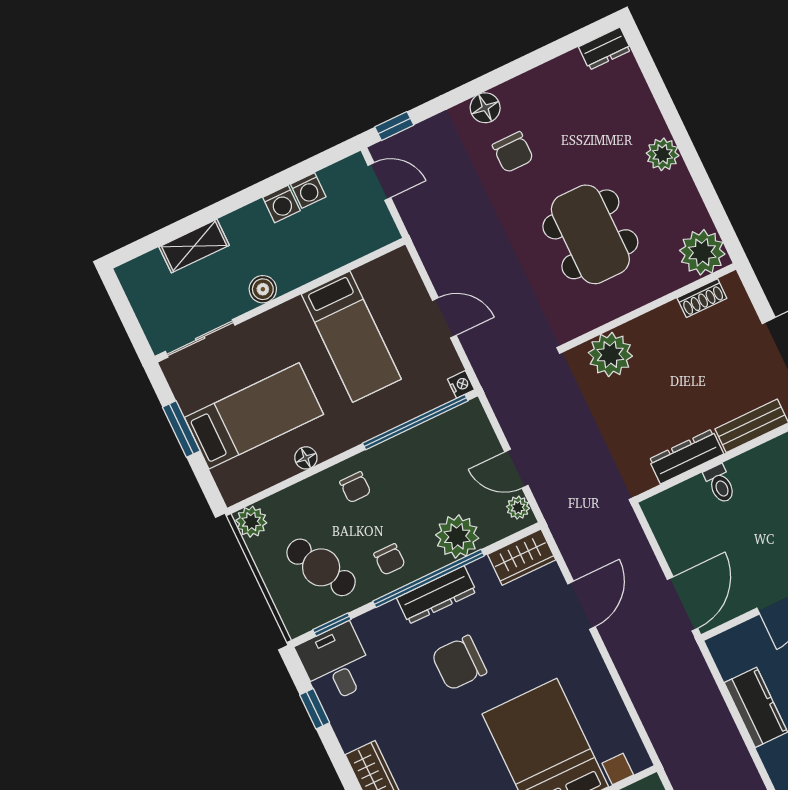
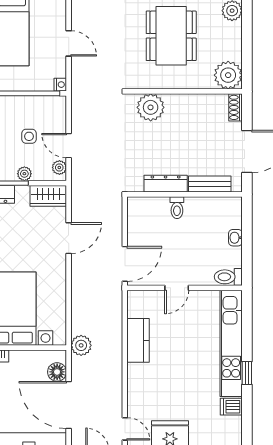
shoe rack: (702, 298) -> (236, 107), moved, turned 90
side table: (451, 483) -> (29, 136), added
plant: (457, 536) -> (24, 174), width x0.53, depth x0.53
plant: (675, 755) -> (81, 345), added

